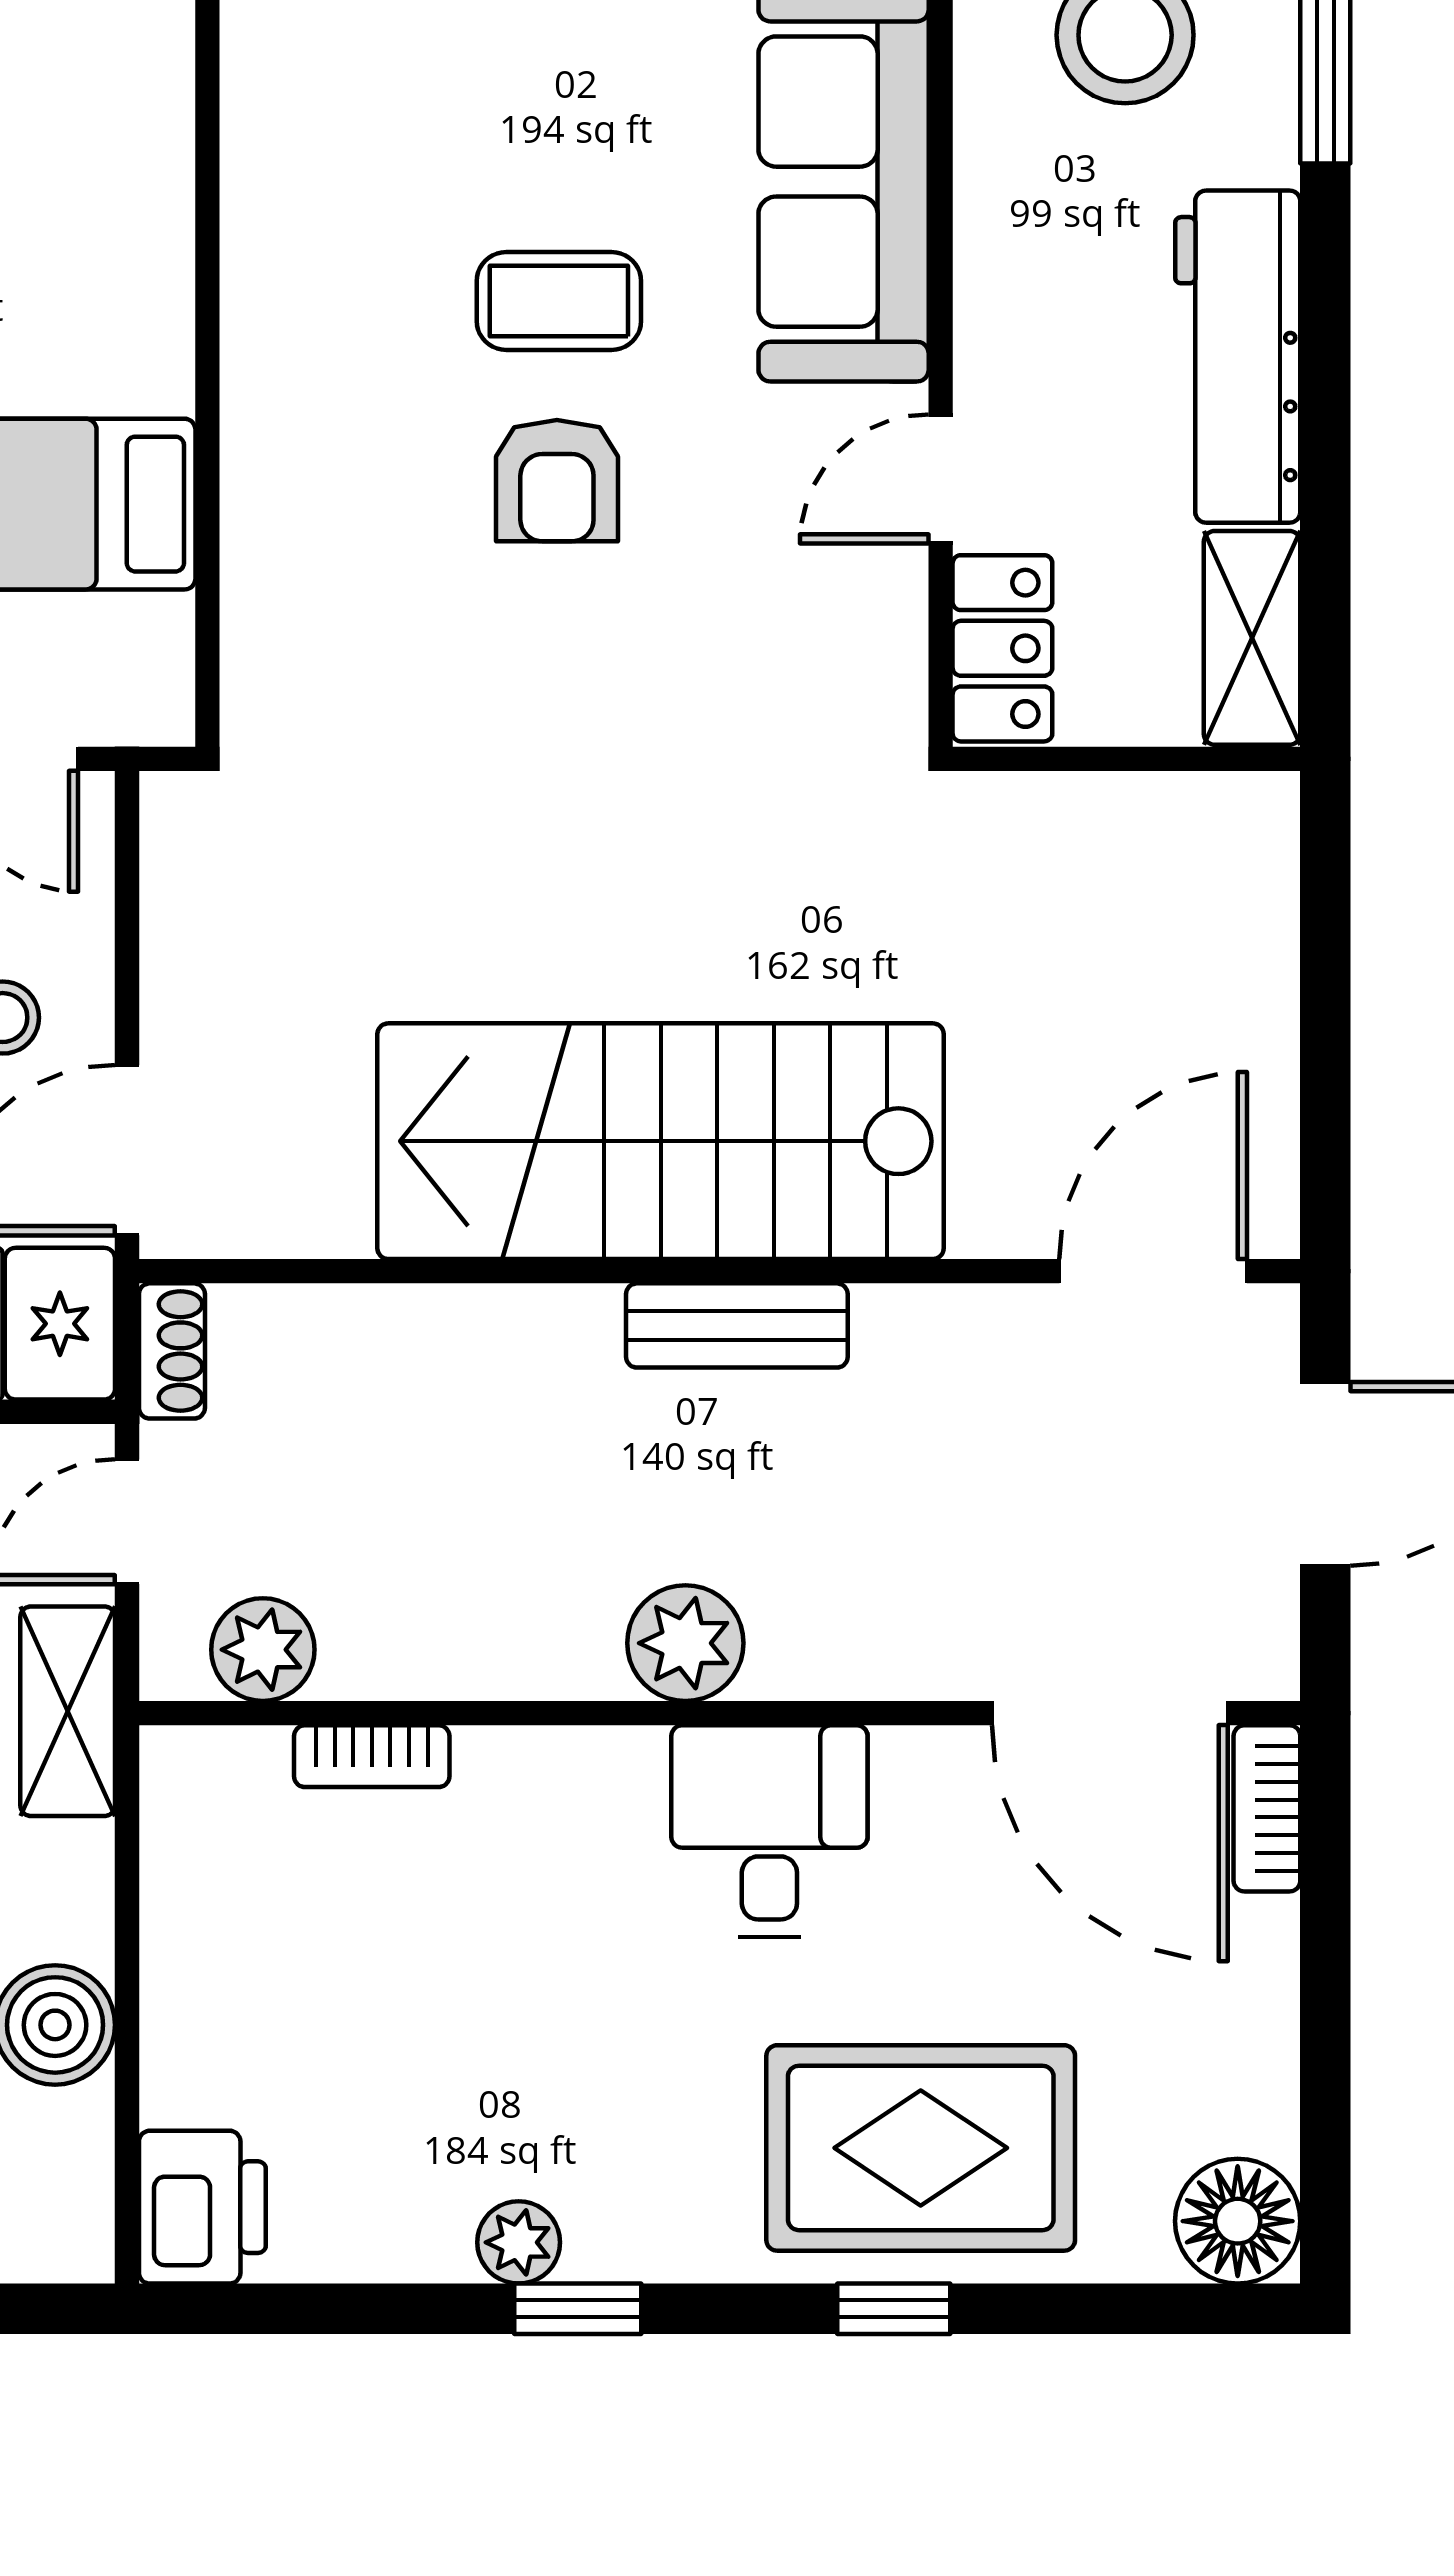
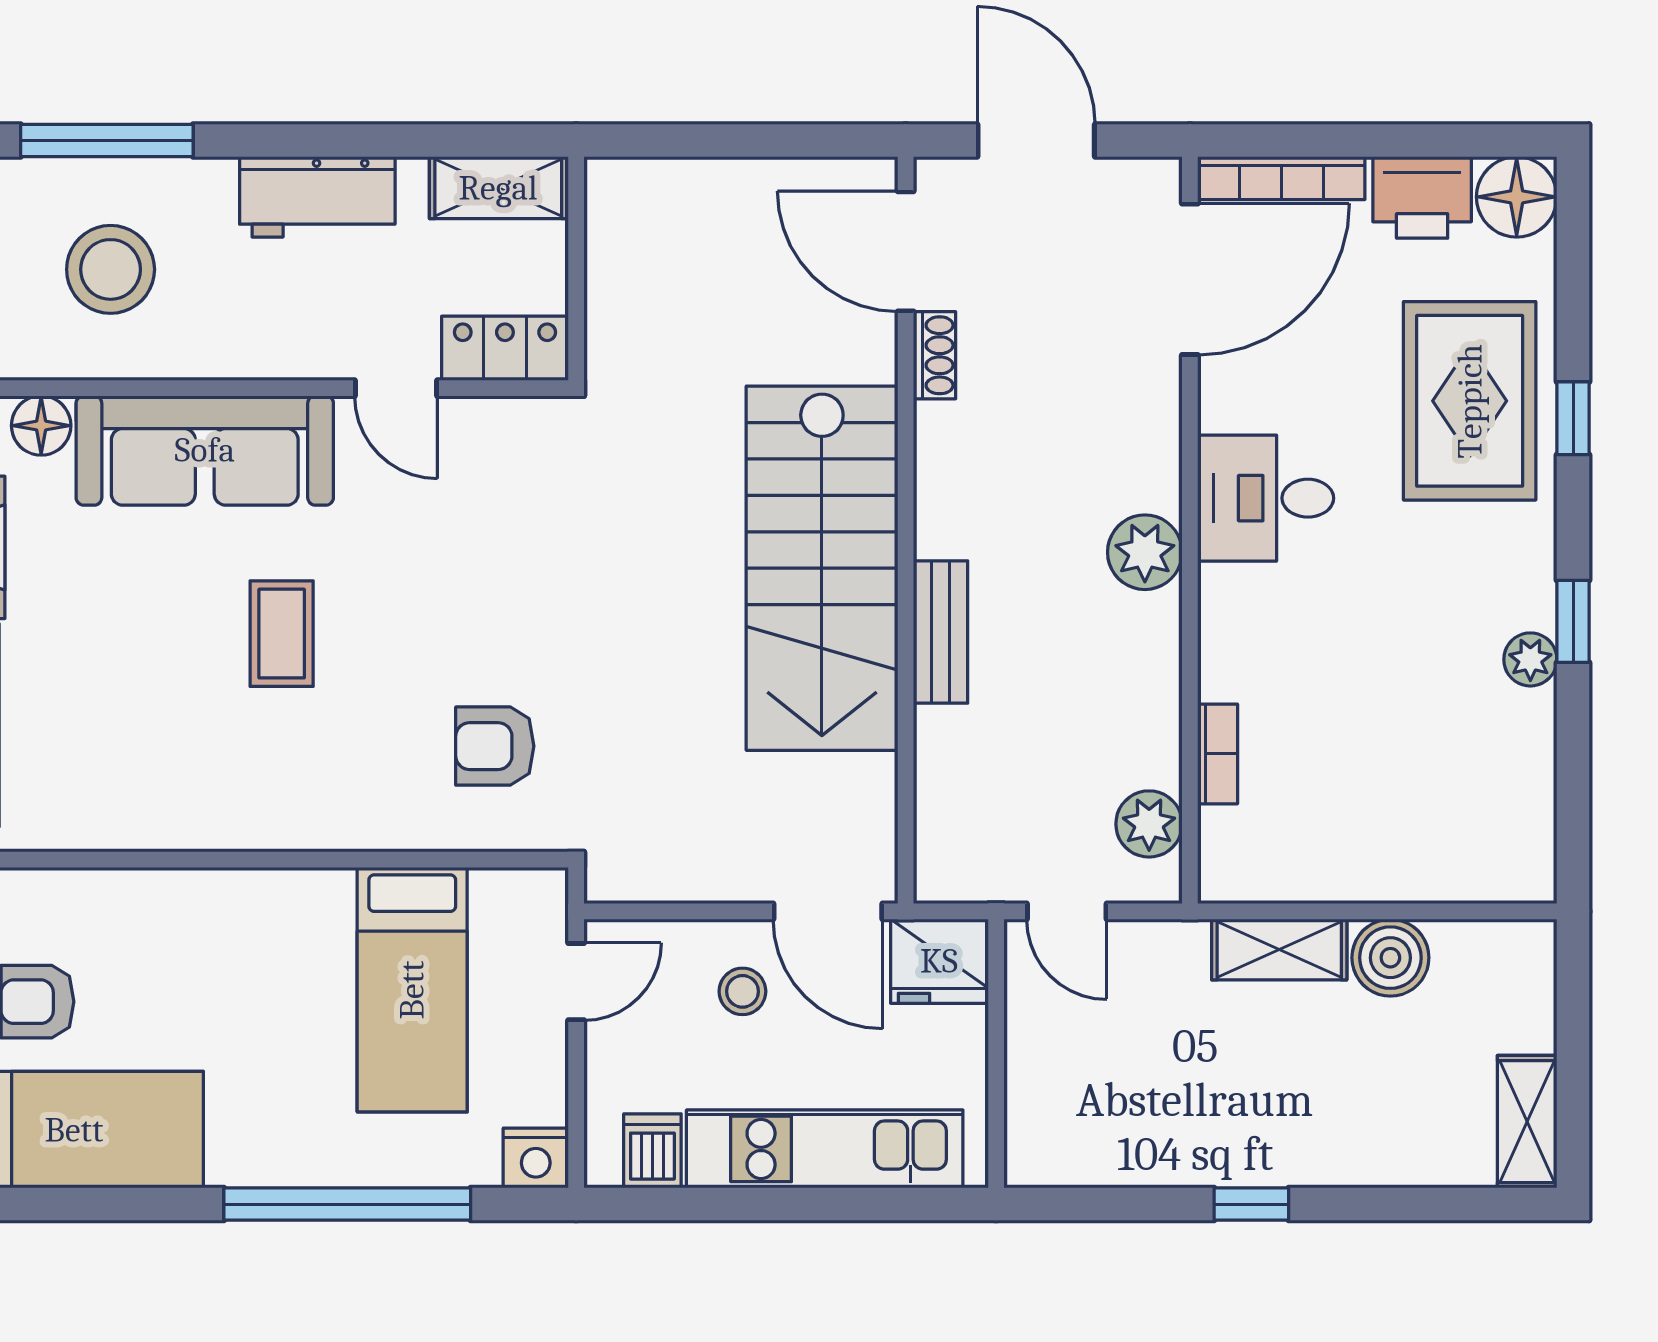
workbench: (1238, 357) -> (317, 197), width x0.73
armchair: (557, 481) -> (495, 746), moved, turned 180
bench: (737, 1325) -> (941, 632), moved
shoe rack: (172, 1351) -> (935, 355), moved, turned 90
shelving: (68, 1711) -> (1279, 950), moved
bookcase: (1267, 1808) -> (1281, 178), width x1.56
printer: (202, 2207) -> (1422, 197), moved, turned 180

